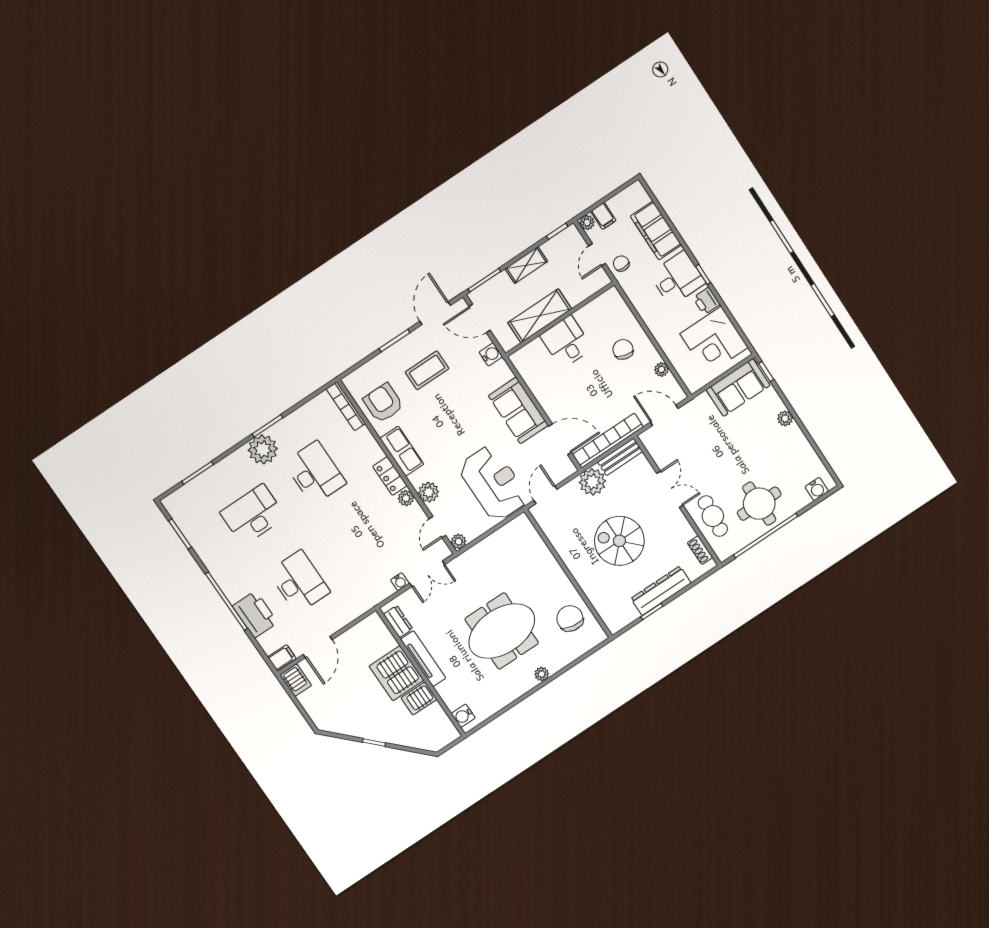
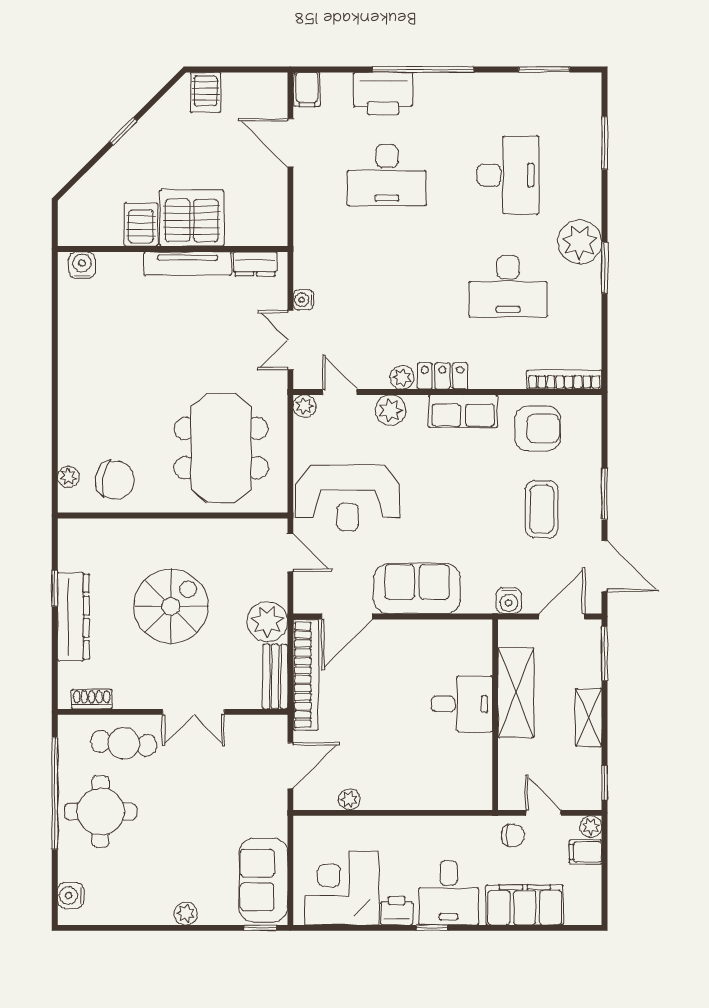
chair: (623, 349) -> (406, 768), removed
meeting table: (502, 631) -> (221, 448), moved
plant: (542, 674) -> (68, 477), moved
server rack: (296, 680) -> (205, 92), moved, turned -90

